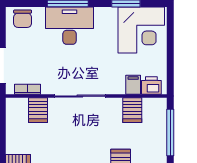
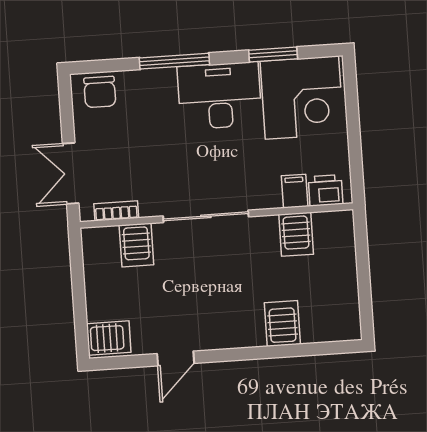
desk: (70, 26) -> (219, 96), moved
window: (170, 132) -> (363, 268), removed

